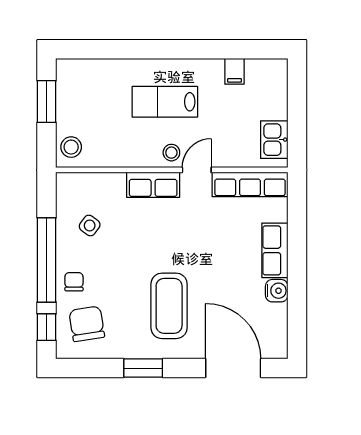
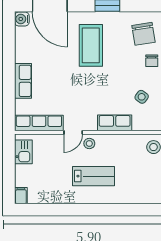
filing cabinet: (234, 71) -> (21, 196), moved
row of seats: (153, 185) -> (115, 123), moved
water cooler: (277, 291) -> (22, 19), moved

